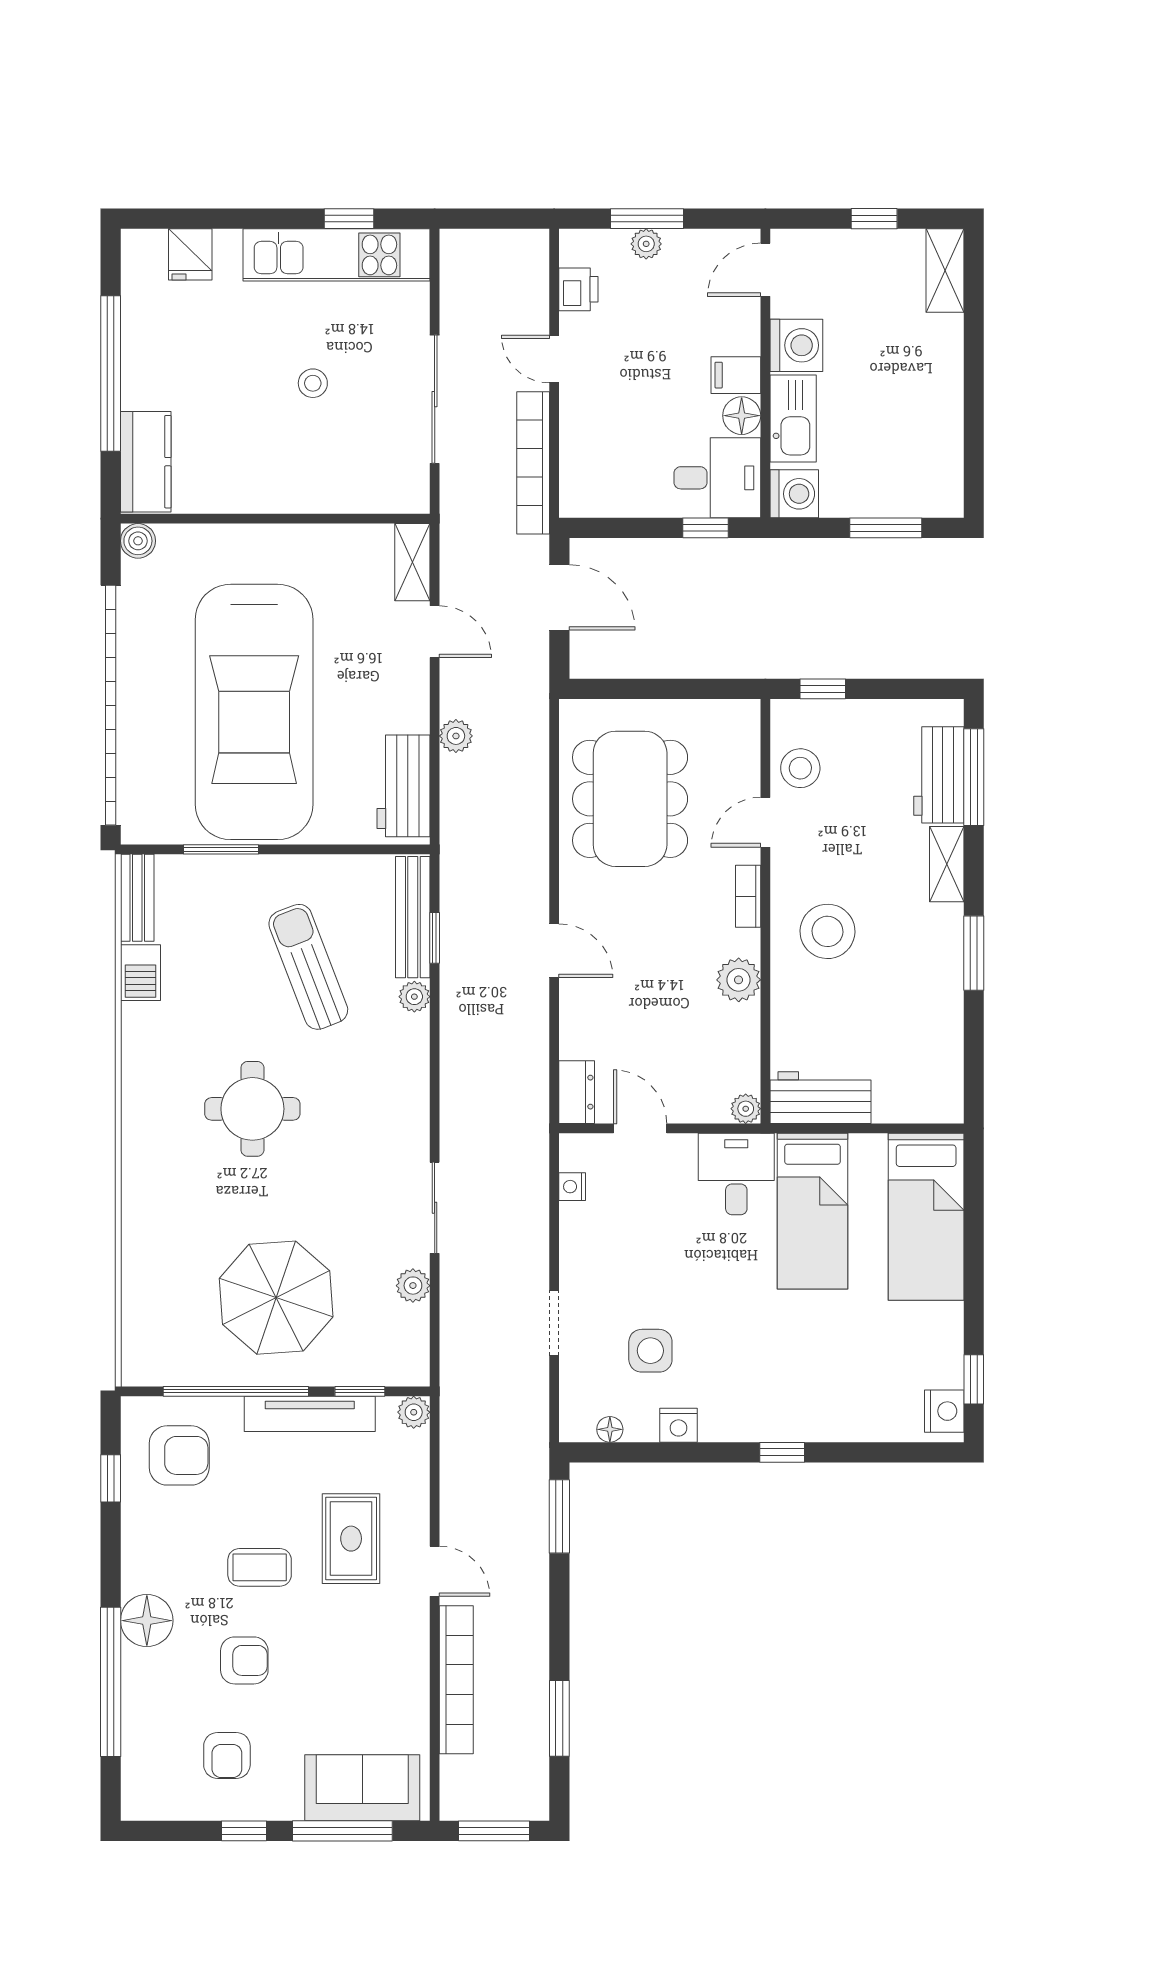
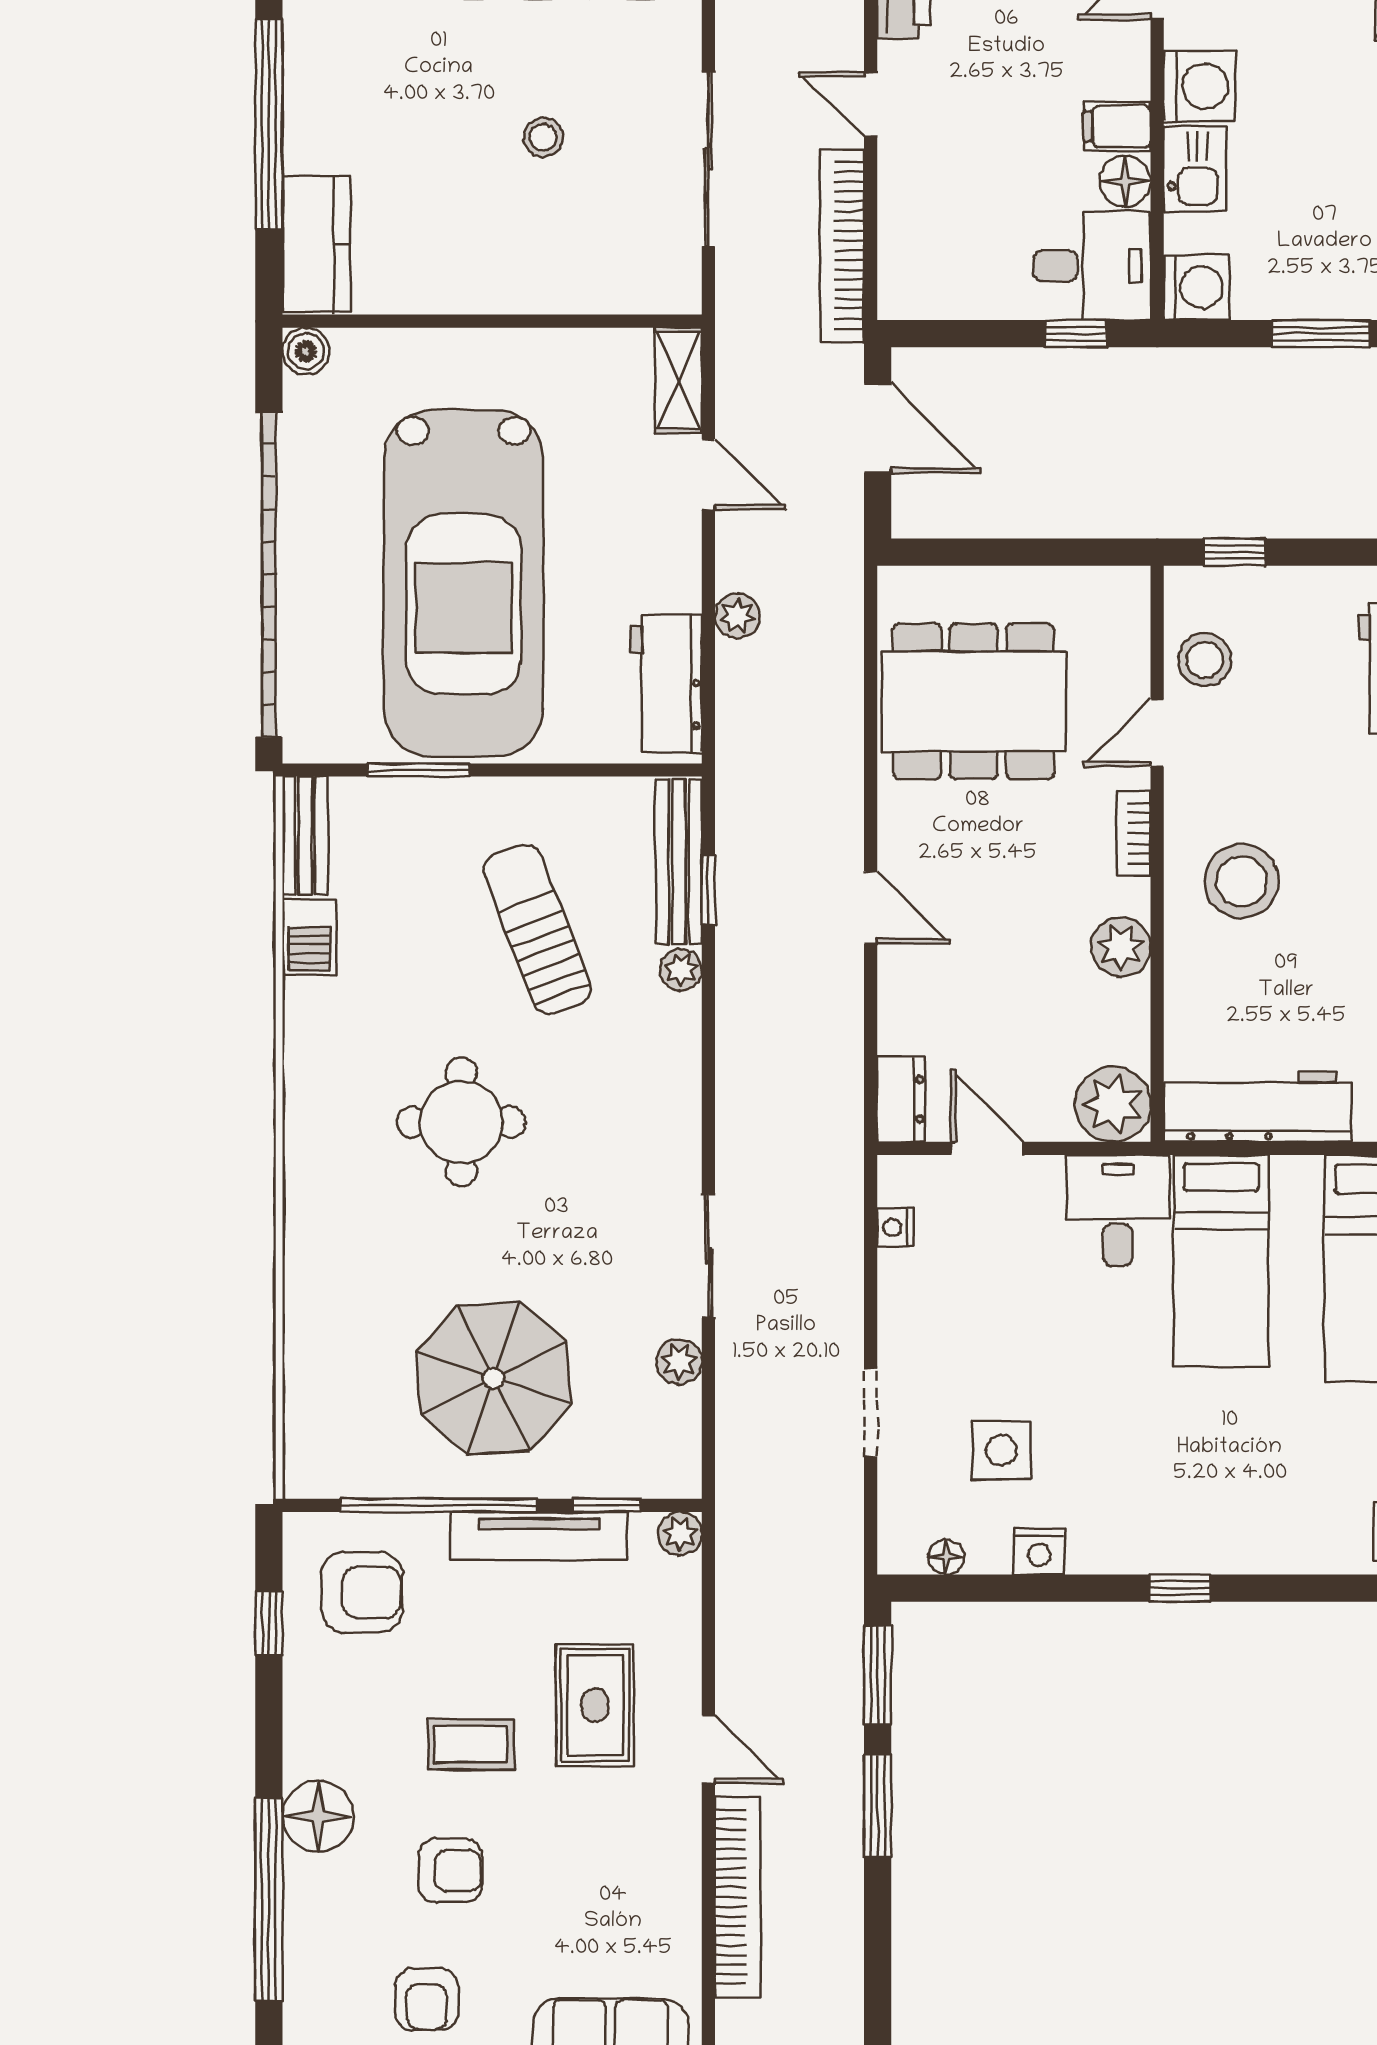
kitchen sink: (793, 418) -> (1195, 169), width x0.73
dining table: (630, 799) -> (974, 701), turned 90
workbench: (820, 1098) -> (1258, 1107), width x1.38
plant: (746, 1109) -> (1113, 1104), width x1.88, depth x1.88
window: (559, 1718) -> (878, 1806), moved

